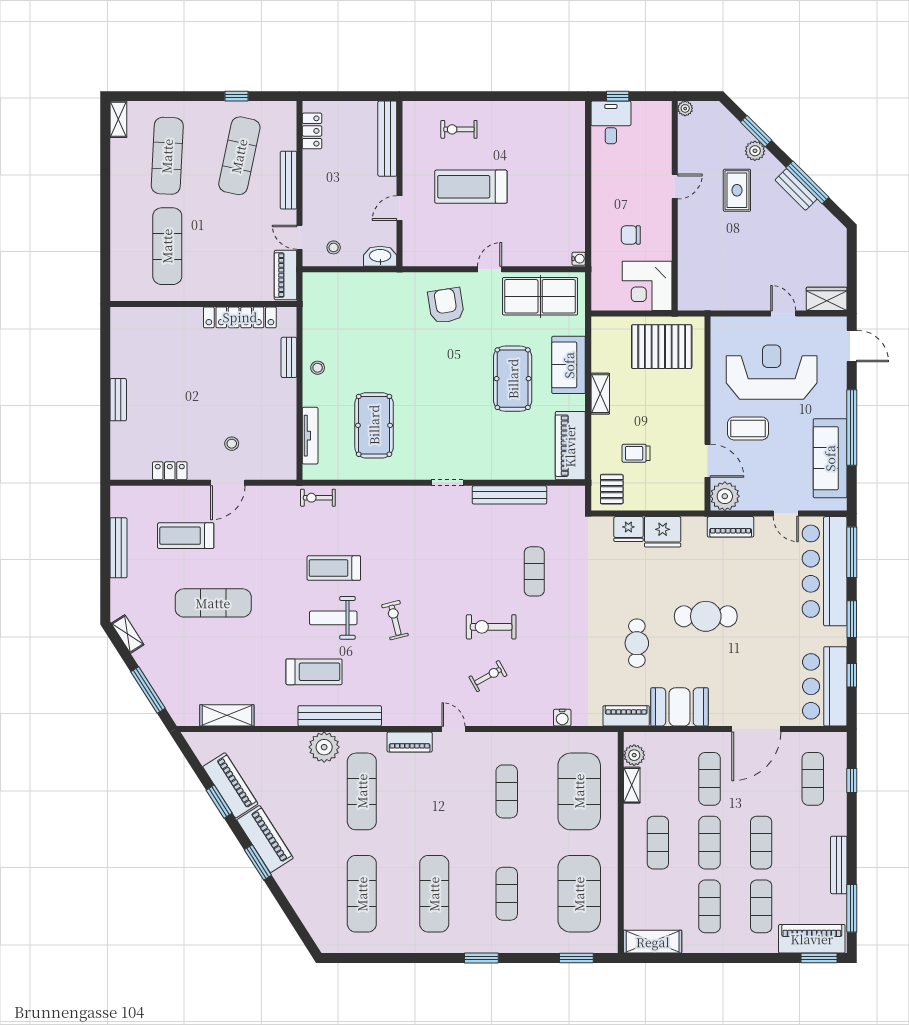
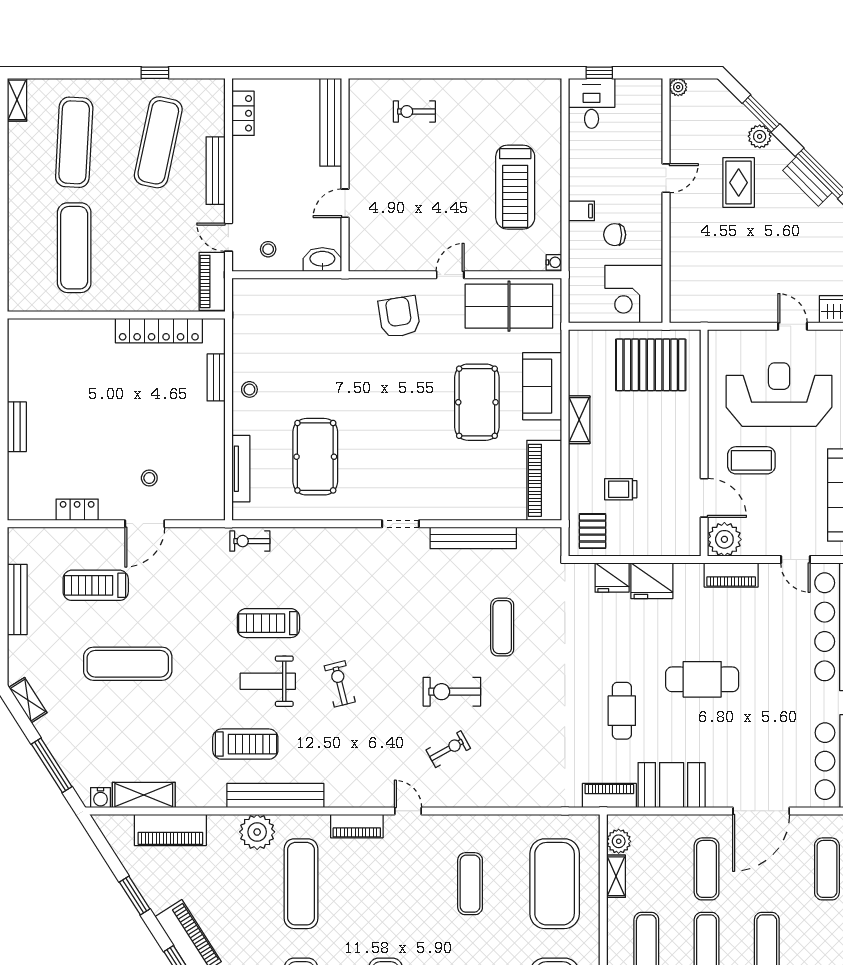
treadmill: (471, 187) -> (515, 187), moved, turned -90
filing cabinet: (602, 215) -> (581, 211), added
water cooler: (562, 718) -> (101, 798), moved
piano: (230, 785) -> (170, 830), moved, turned 123

